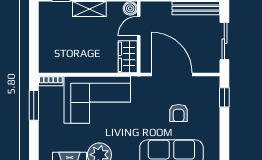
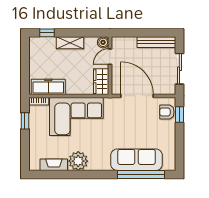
freezer: (63, 63) -> (48, 87), added
window: (34, 105) -> (25, 121), width x0.67
armchair: (179, 113) -> (167, 112), moved, turned 90

